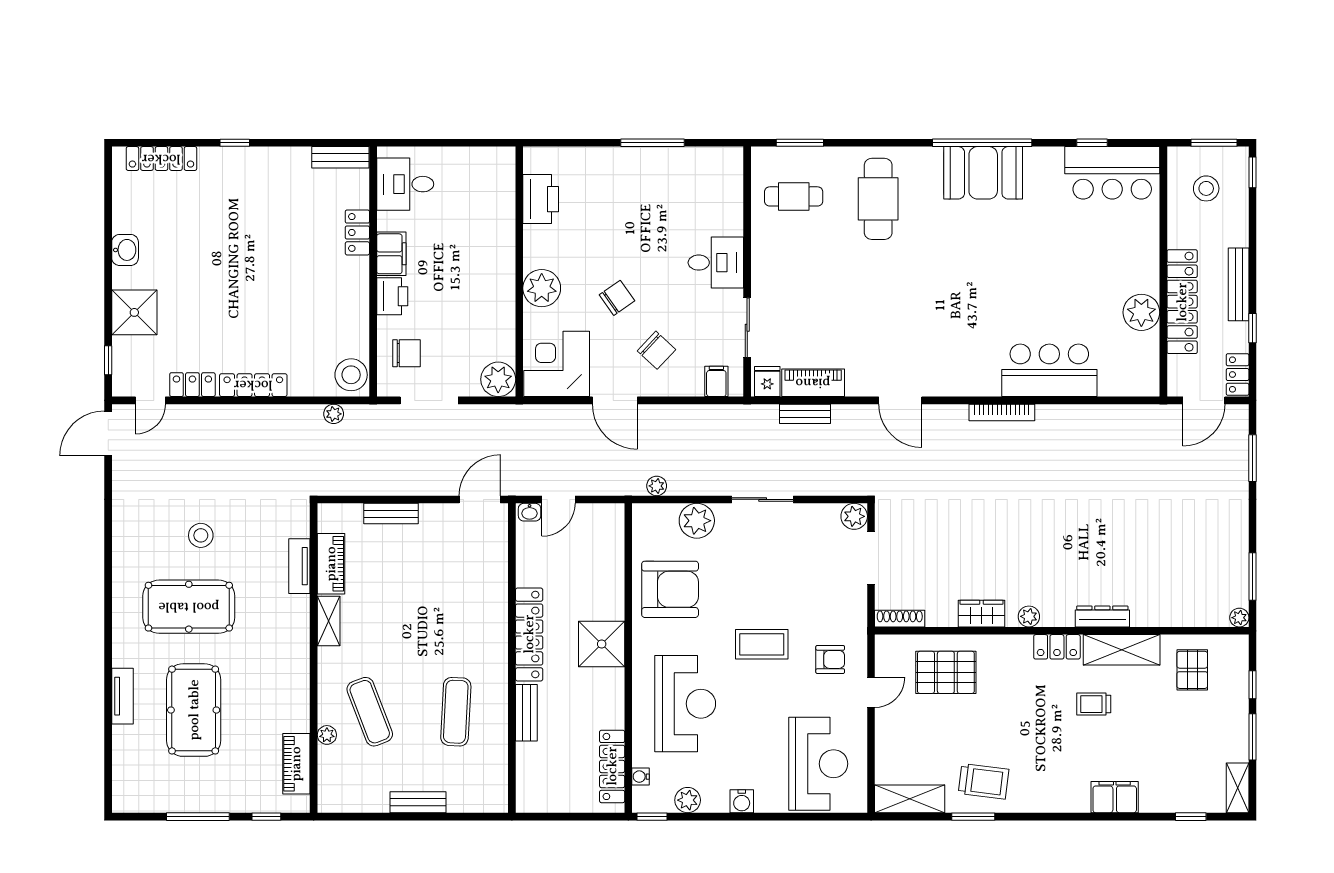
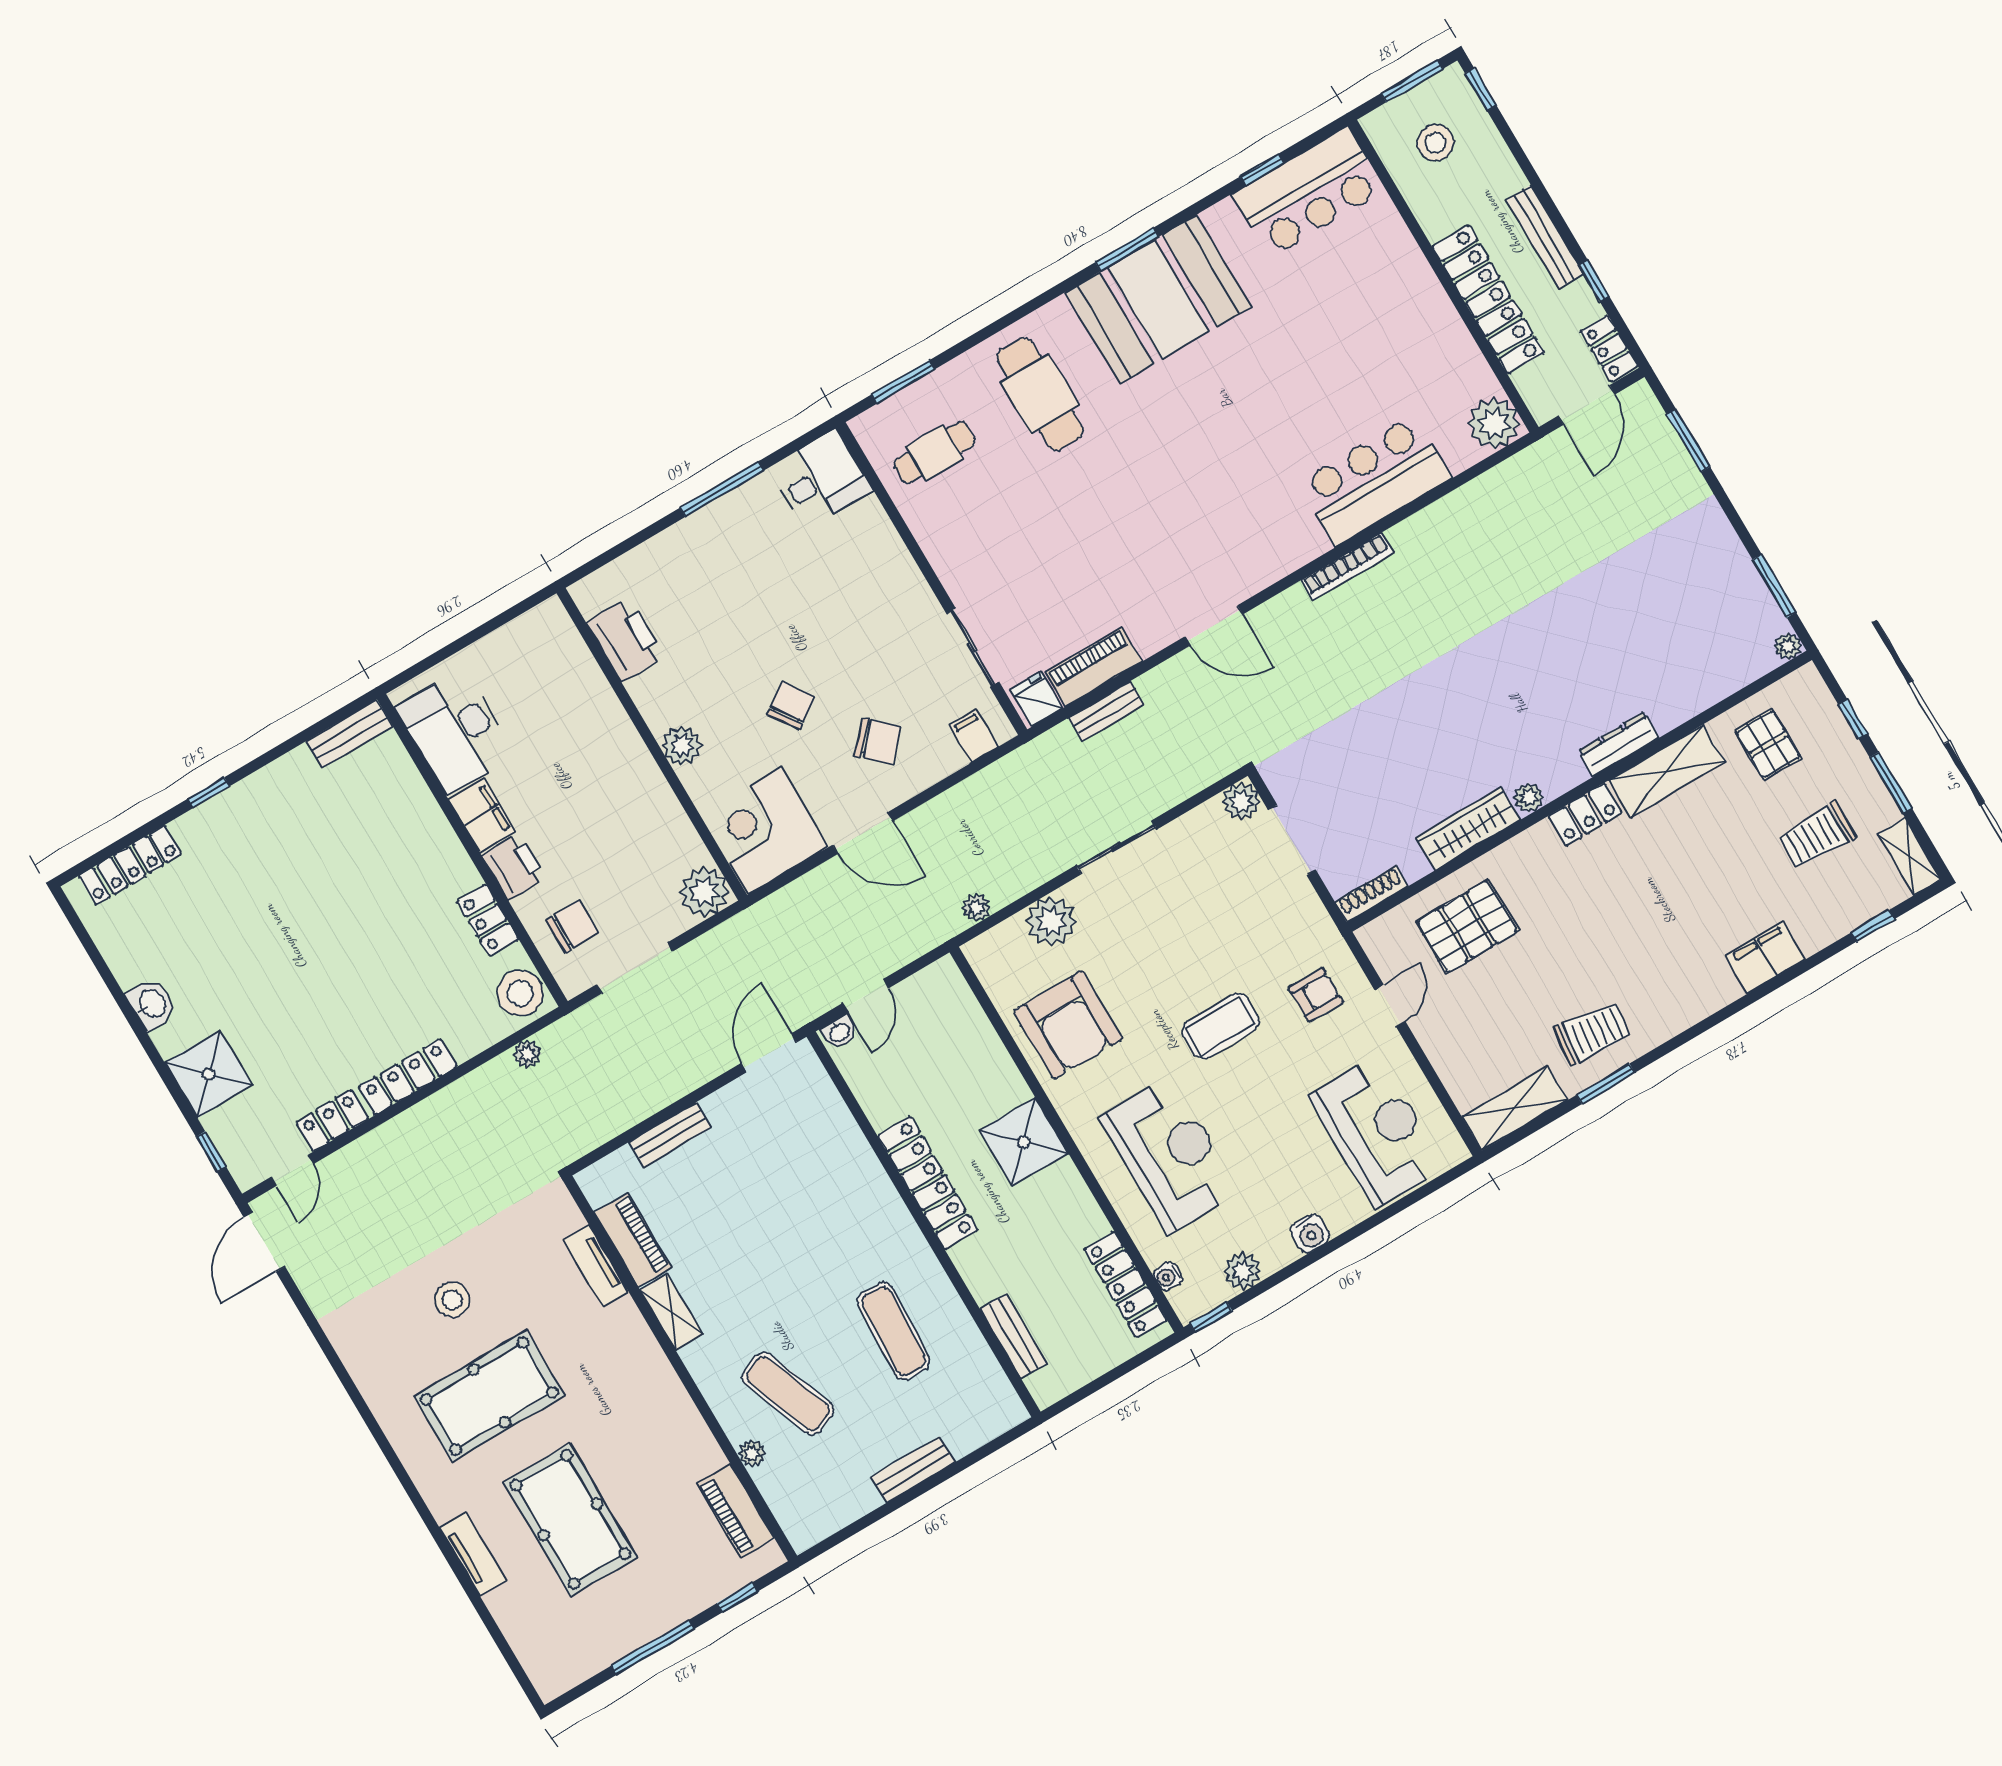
window: (982, 143) -> (1127, 250), width x0.47
booth: (983, 173) -> (1158, 299), width x1.36, depth x1.42
desk: (405, 184) -> (455, 732), width x1.37
locker: (357, 232) -> (488, 920), moved
desk: (716, 263) -> (821, 479), moved
plant: (542, 288) -> (682, 746), width x0.73, depth x0.73
plant: (1141, 312) -> (1494, 423), moved
armchair: (670, 589) -> (1068, 1025), turned 90
wardrobe: (981, 614) -> (1468, 828), width x1.50
trolley: (1094, 704) -> (1817, 835), moved, width x1.36, depth x1.39
bench: (526, 713) -> (1014, 1336), moved

